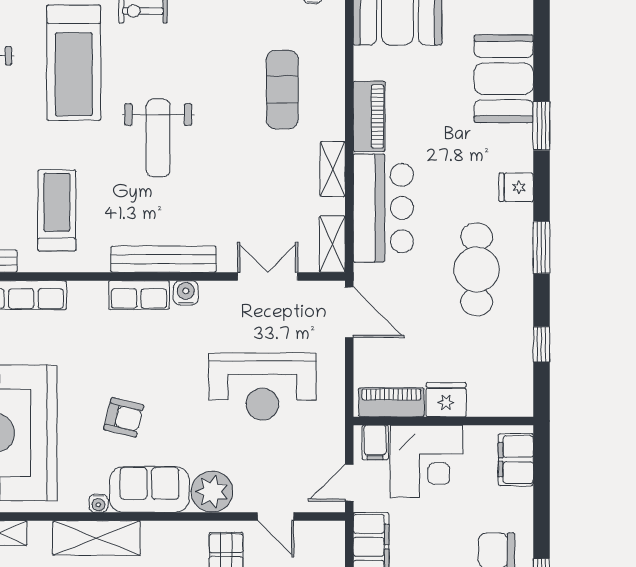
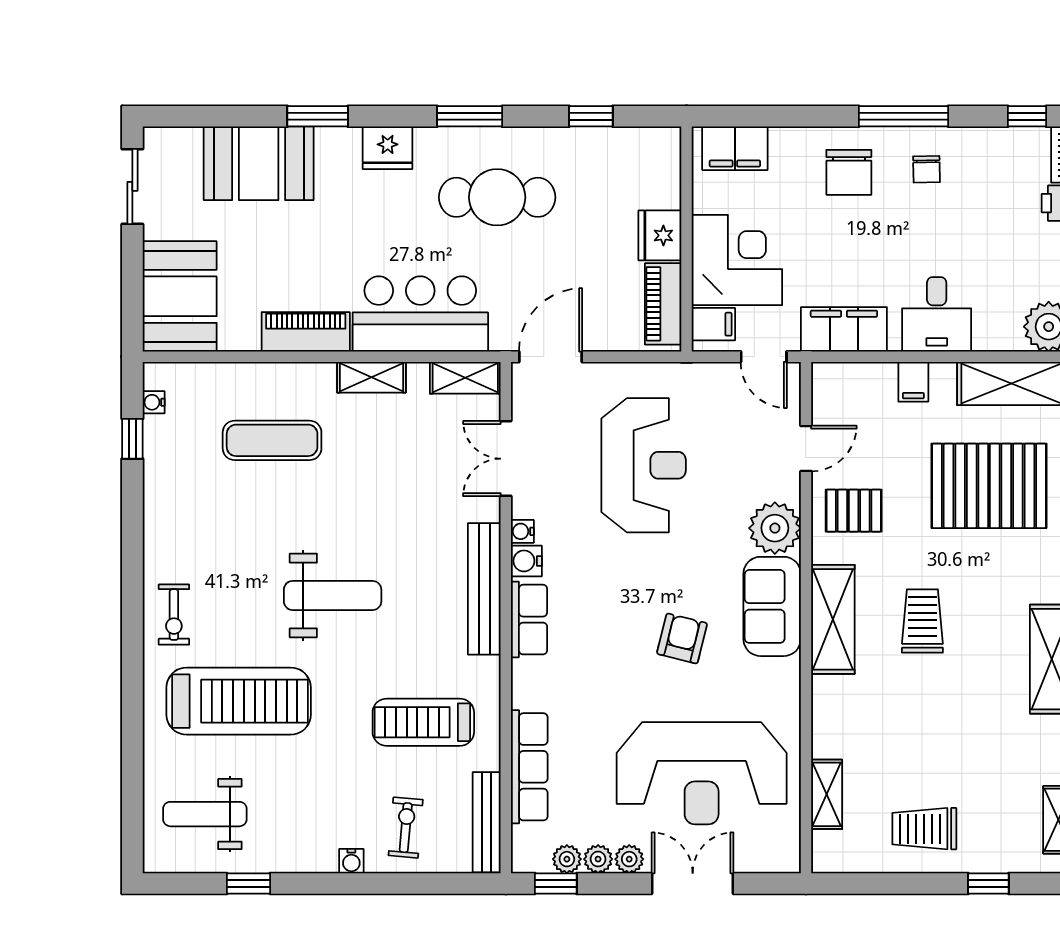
fridge: (516, 187) -> (388, 148), width x1.38
water cooler: (98, 503) -> (522, 531), moved, turned 180
shelving: (97, 538) -> (833, 619), moved

